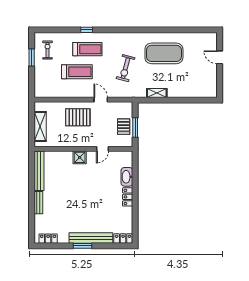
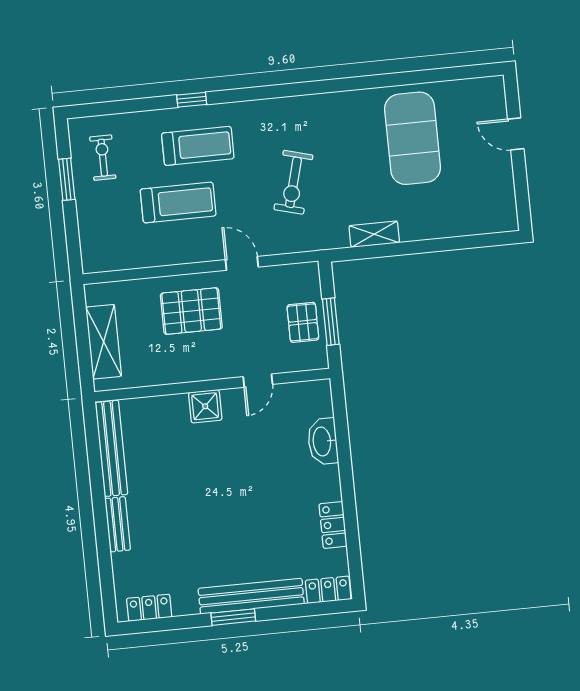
exercise mat: (164, 53) -> (413, 138), moved, turned 90
locker: (128, 197) -> (333, 525), moved

